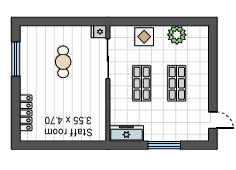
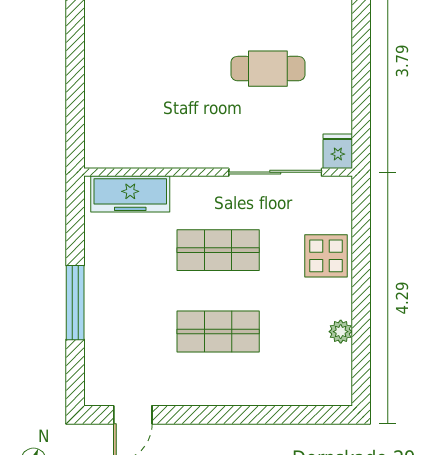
plant: (177, 35) -> (341, 332), width x0.53, depth x0.53
freezer: (126, 133) -> (130, 194), moved, turned 90

